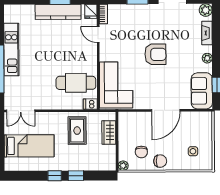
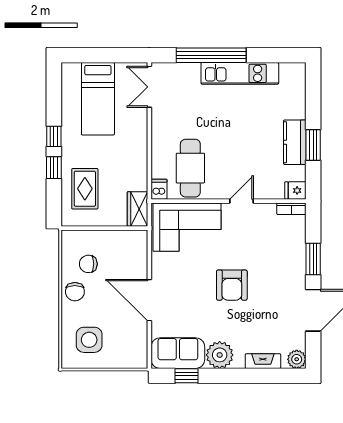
kitchen counter: (58, 12) -> (295, 142), width x0.67
door: (98, 35) -> (242, 201), moved
plant: (207, 58) -> (220, 355), width x1.87, depth x1.87
rug: (77, 131) -> (85, 189), moved, turned 90
wardrobe: (109, 132) -> (137, 209), moved, turned -90
side table: (193, 151) -> (89, 340), width x1.87, depth x1.87
plant: (123, 166) -> (68, 237), removed

